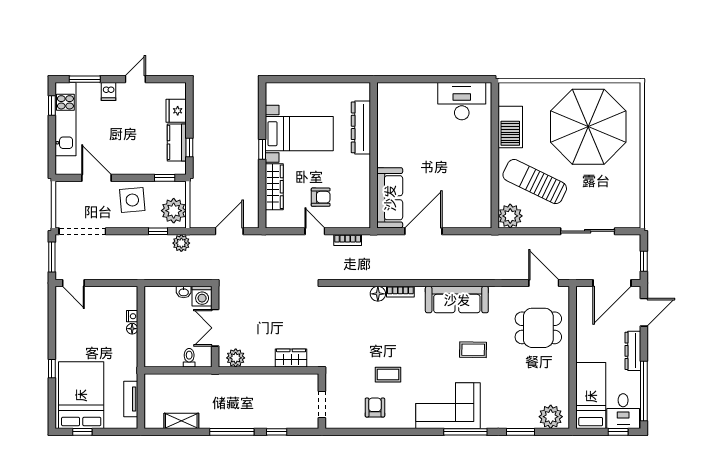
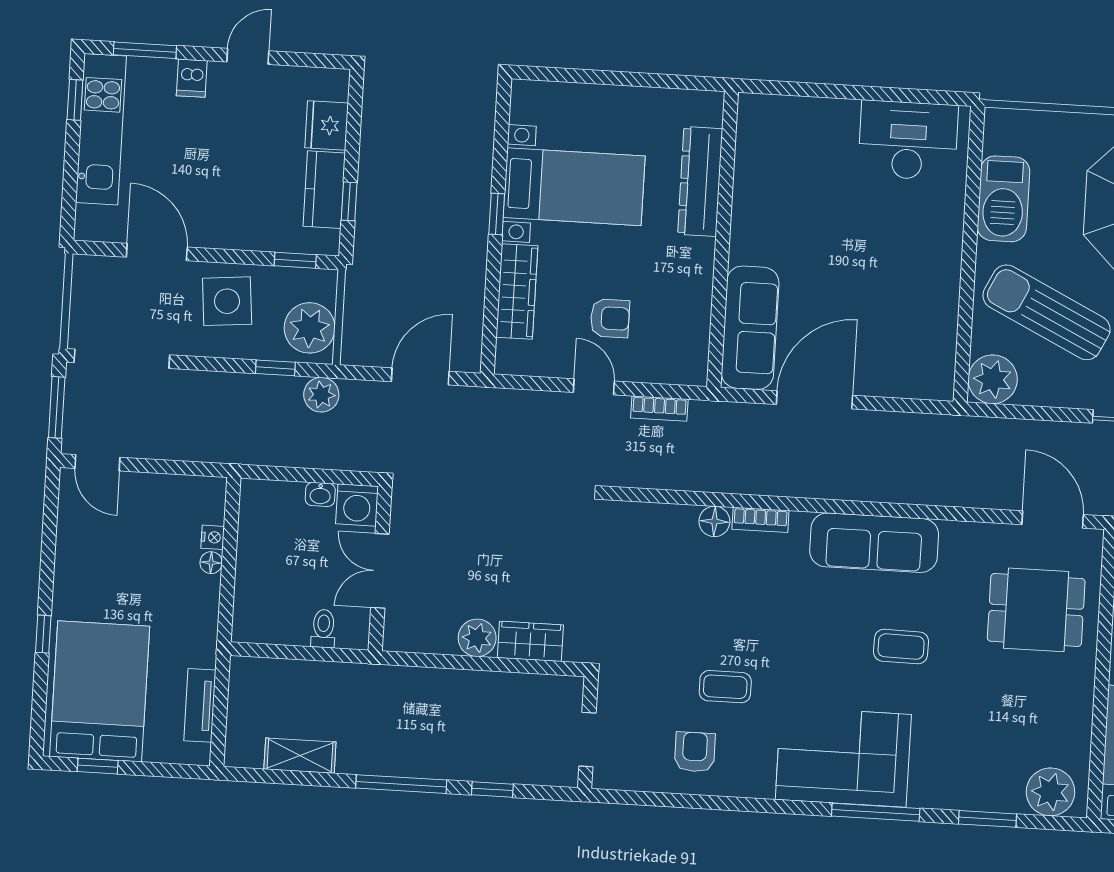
plant: (236, 358) -> (477, 638), moved

